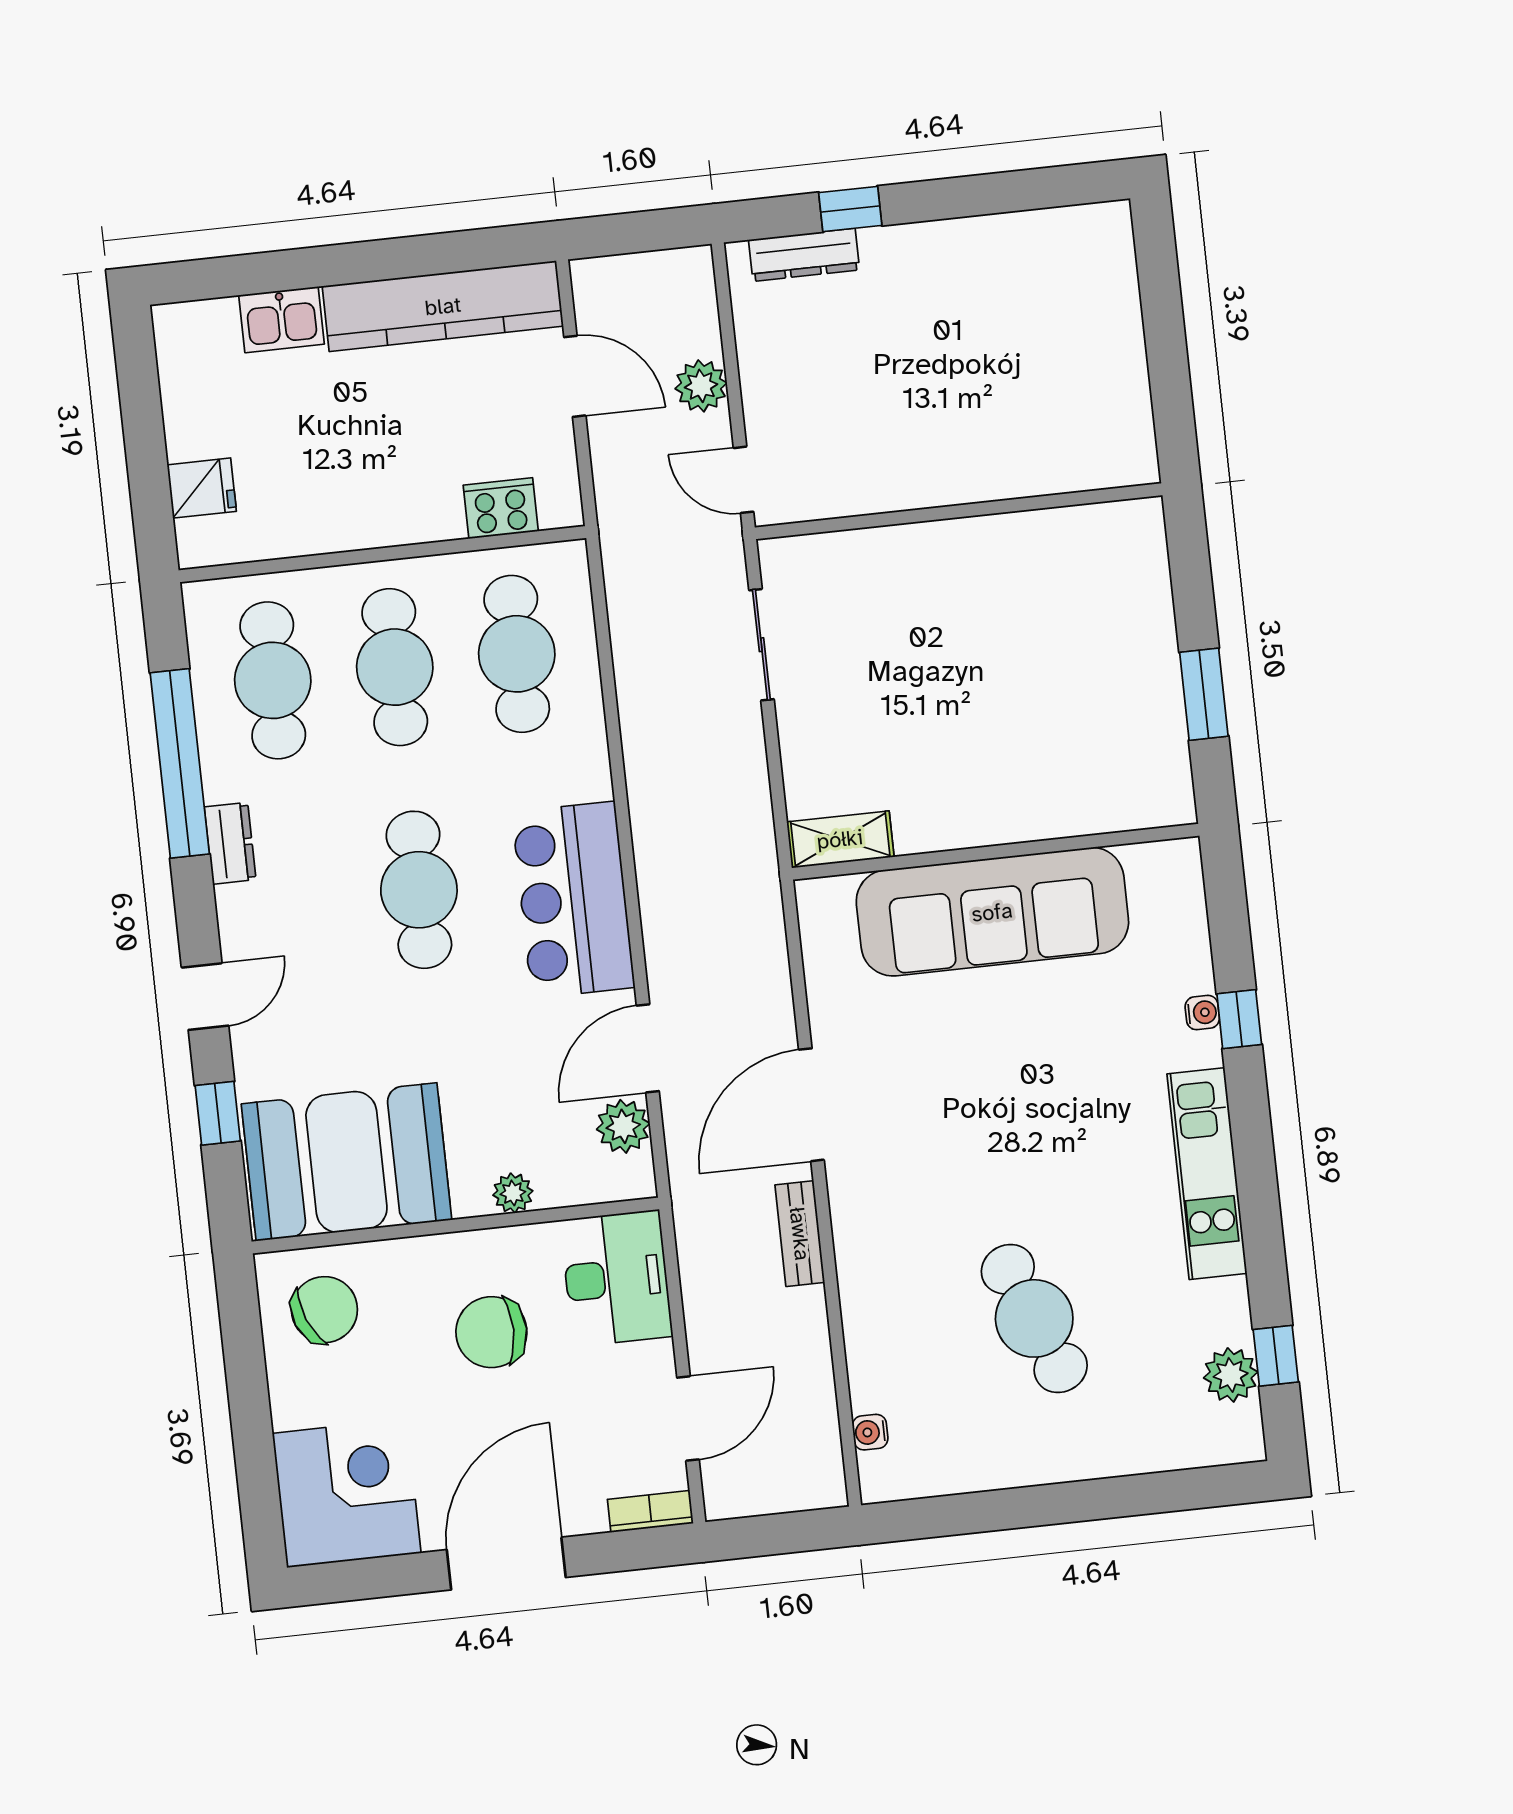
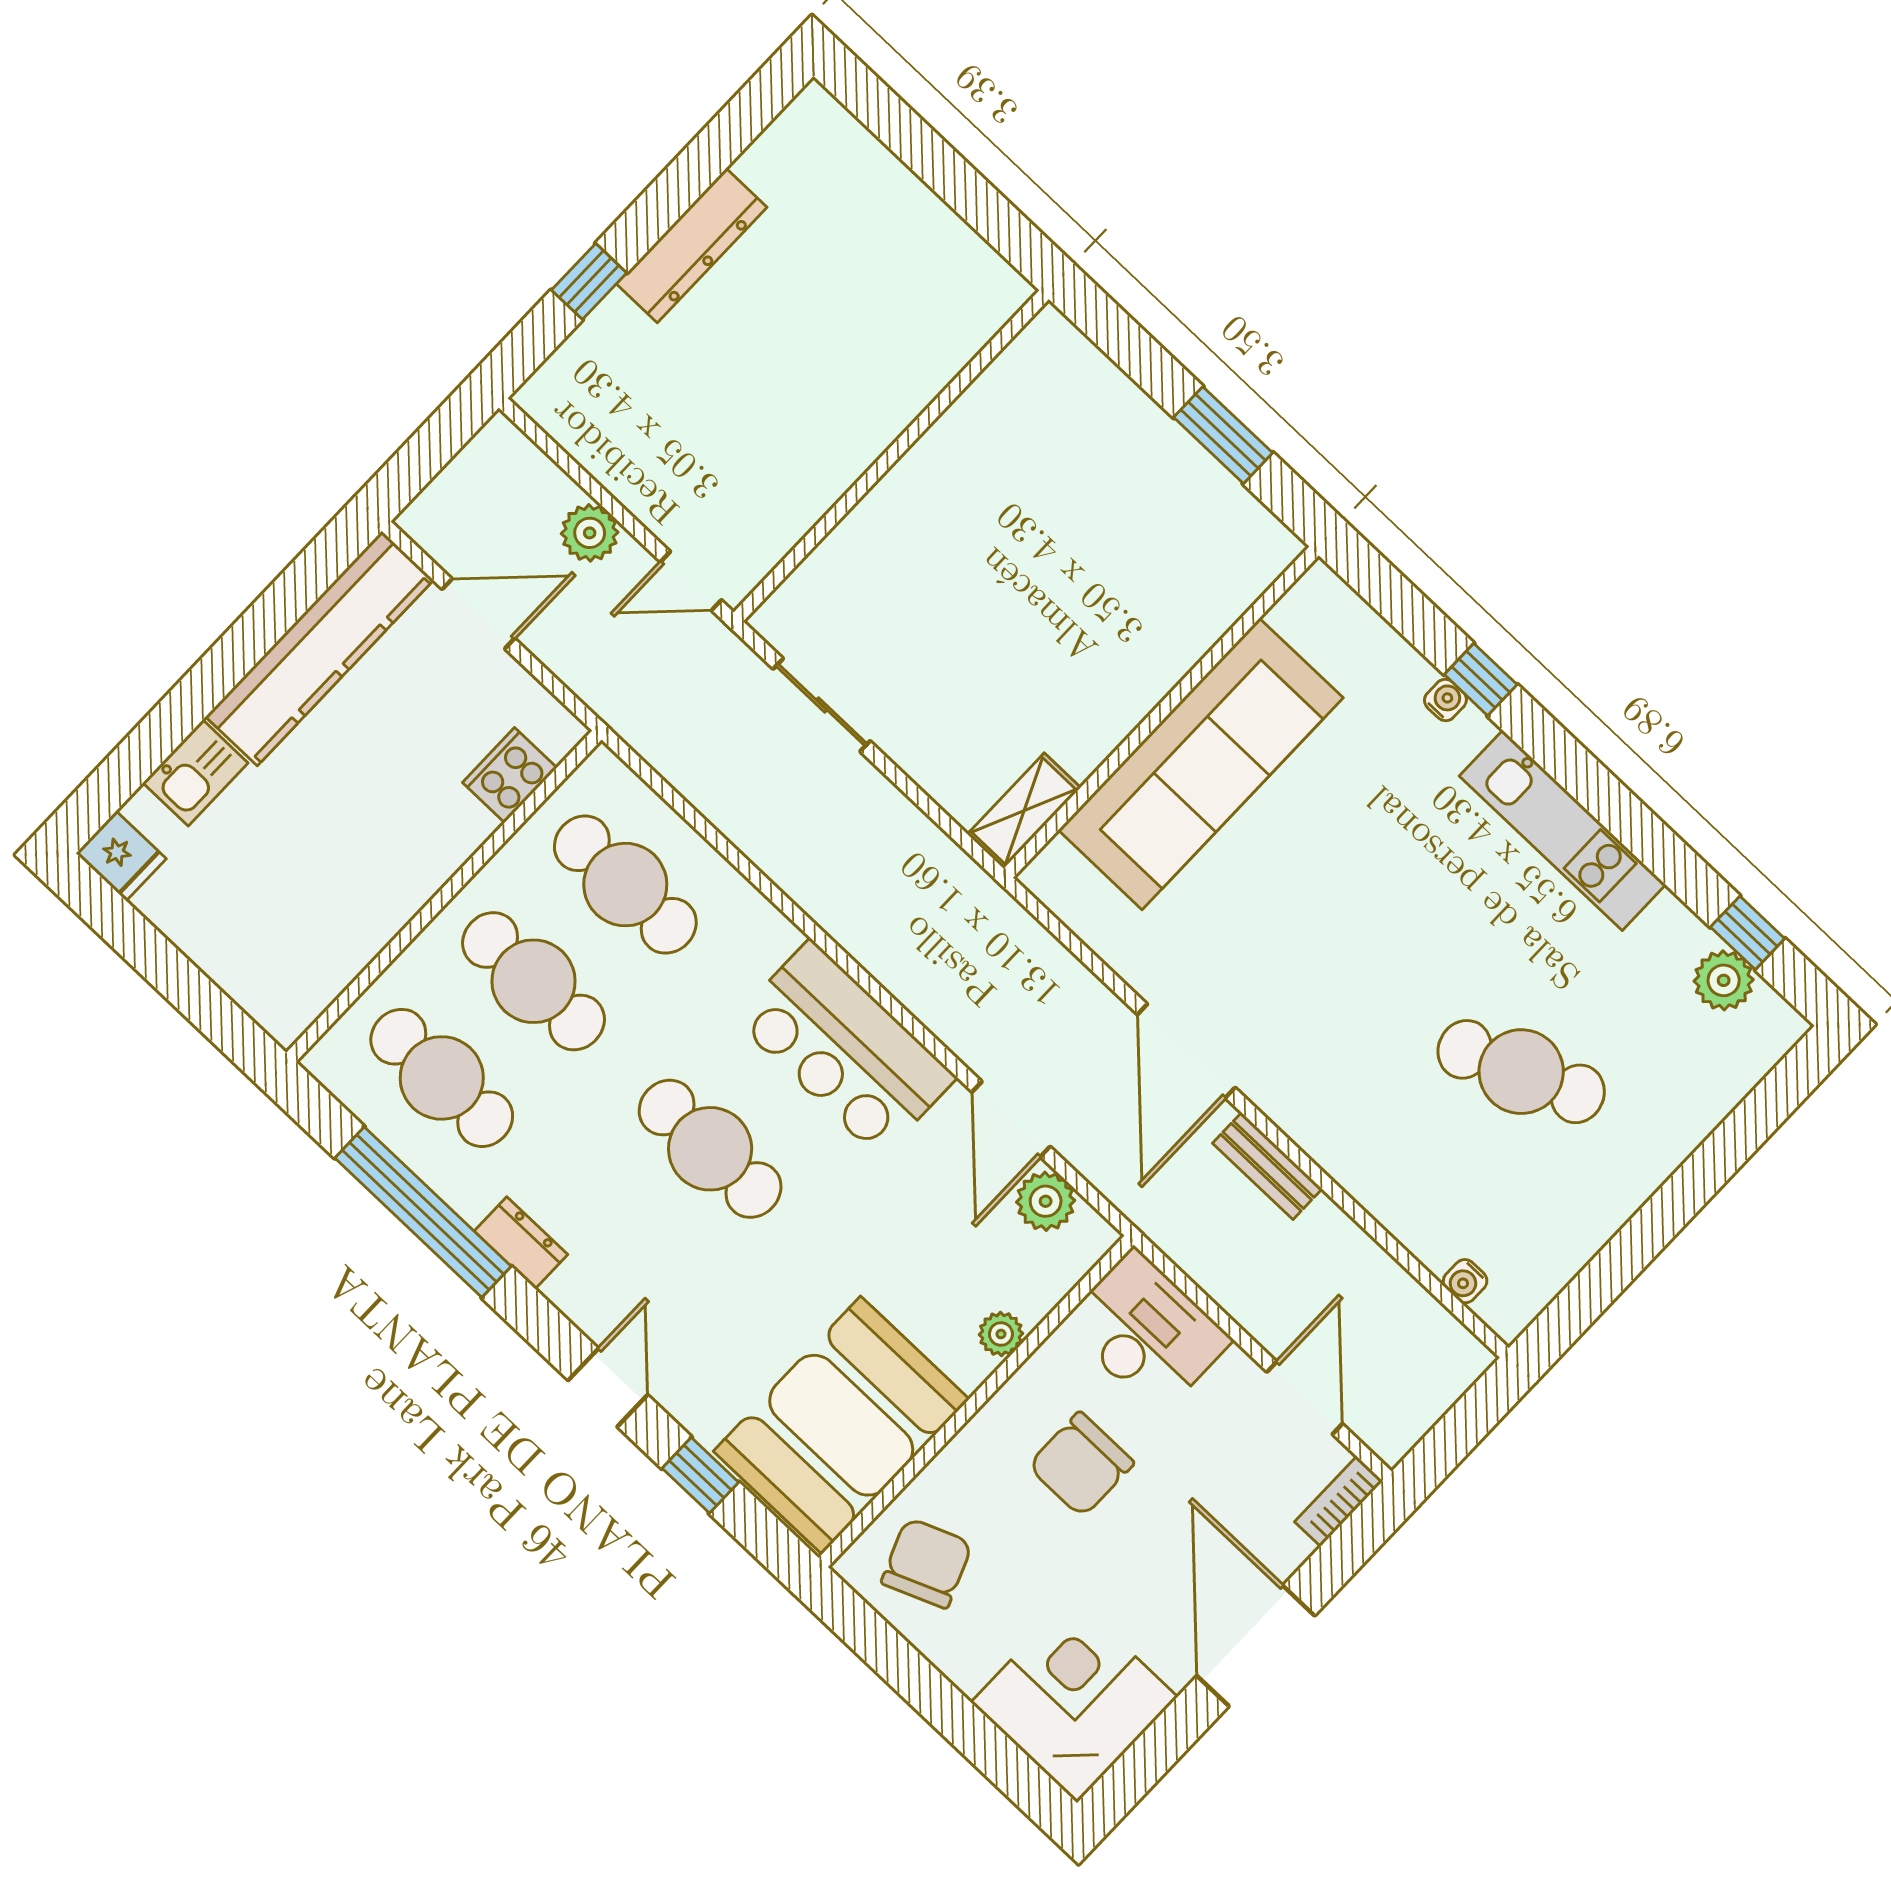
dresser: (804, 255) -> (692, 246), moved, width x1.37, depth x1.24
fridge: (202, 488) -> (121, 856), moved, turned 90

